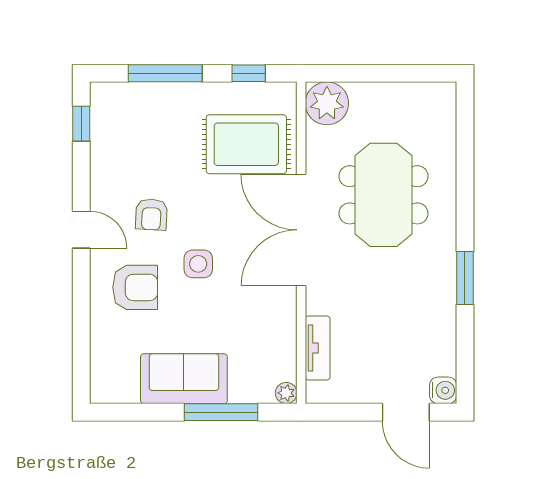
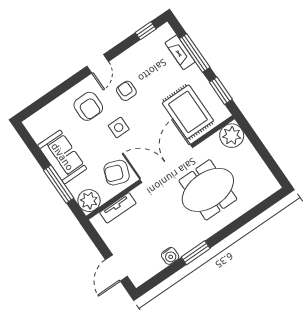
window: (249, 73) -> (221, 91), width x1.50
fireplace: (149, 95) -> (180, 52), added
armchair: (151, 214) -> (126, 91), turned 87
armchair: (264, 314) -> (117, 173), added
water cooler: (443, 390) -> (170, 256), moved
plant: (286, 393) -> (89, 201), width x1.88, depth x1.88

